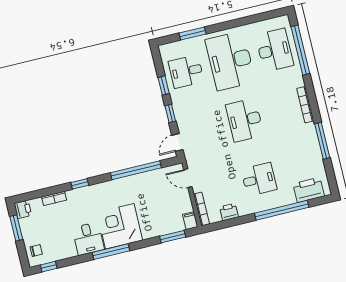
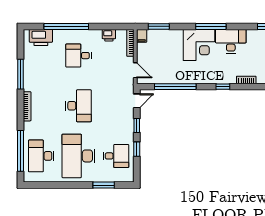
desk: (230, 61) -> (79, 156), turned 180
desk: (88, 239) -> (231, 41), width x1.37

